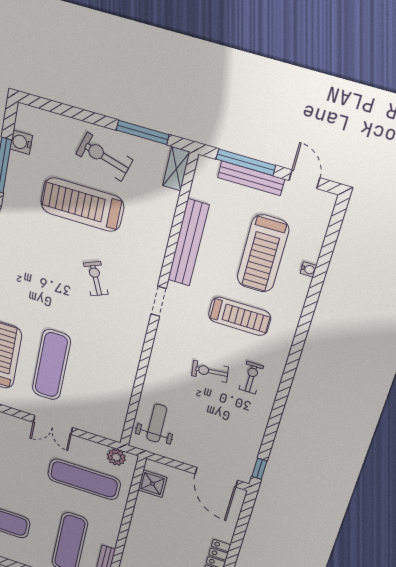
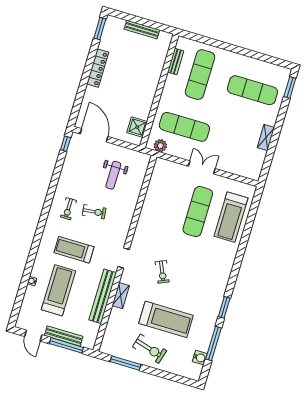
shelving: (176, 169) -> (121, 296), moved
weight bench: (157, 423) -> (113, 175), moved

